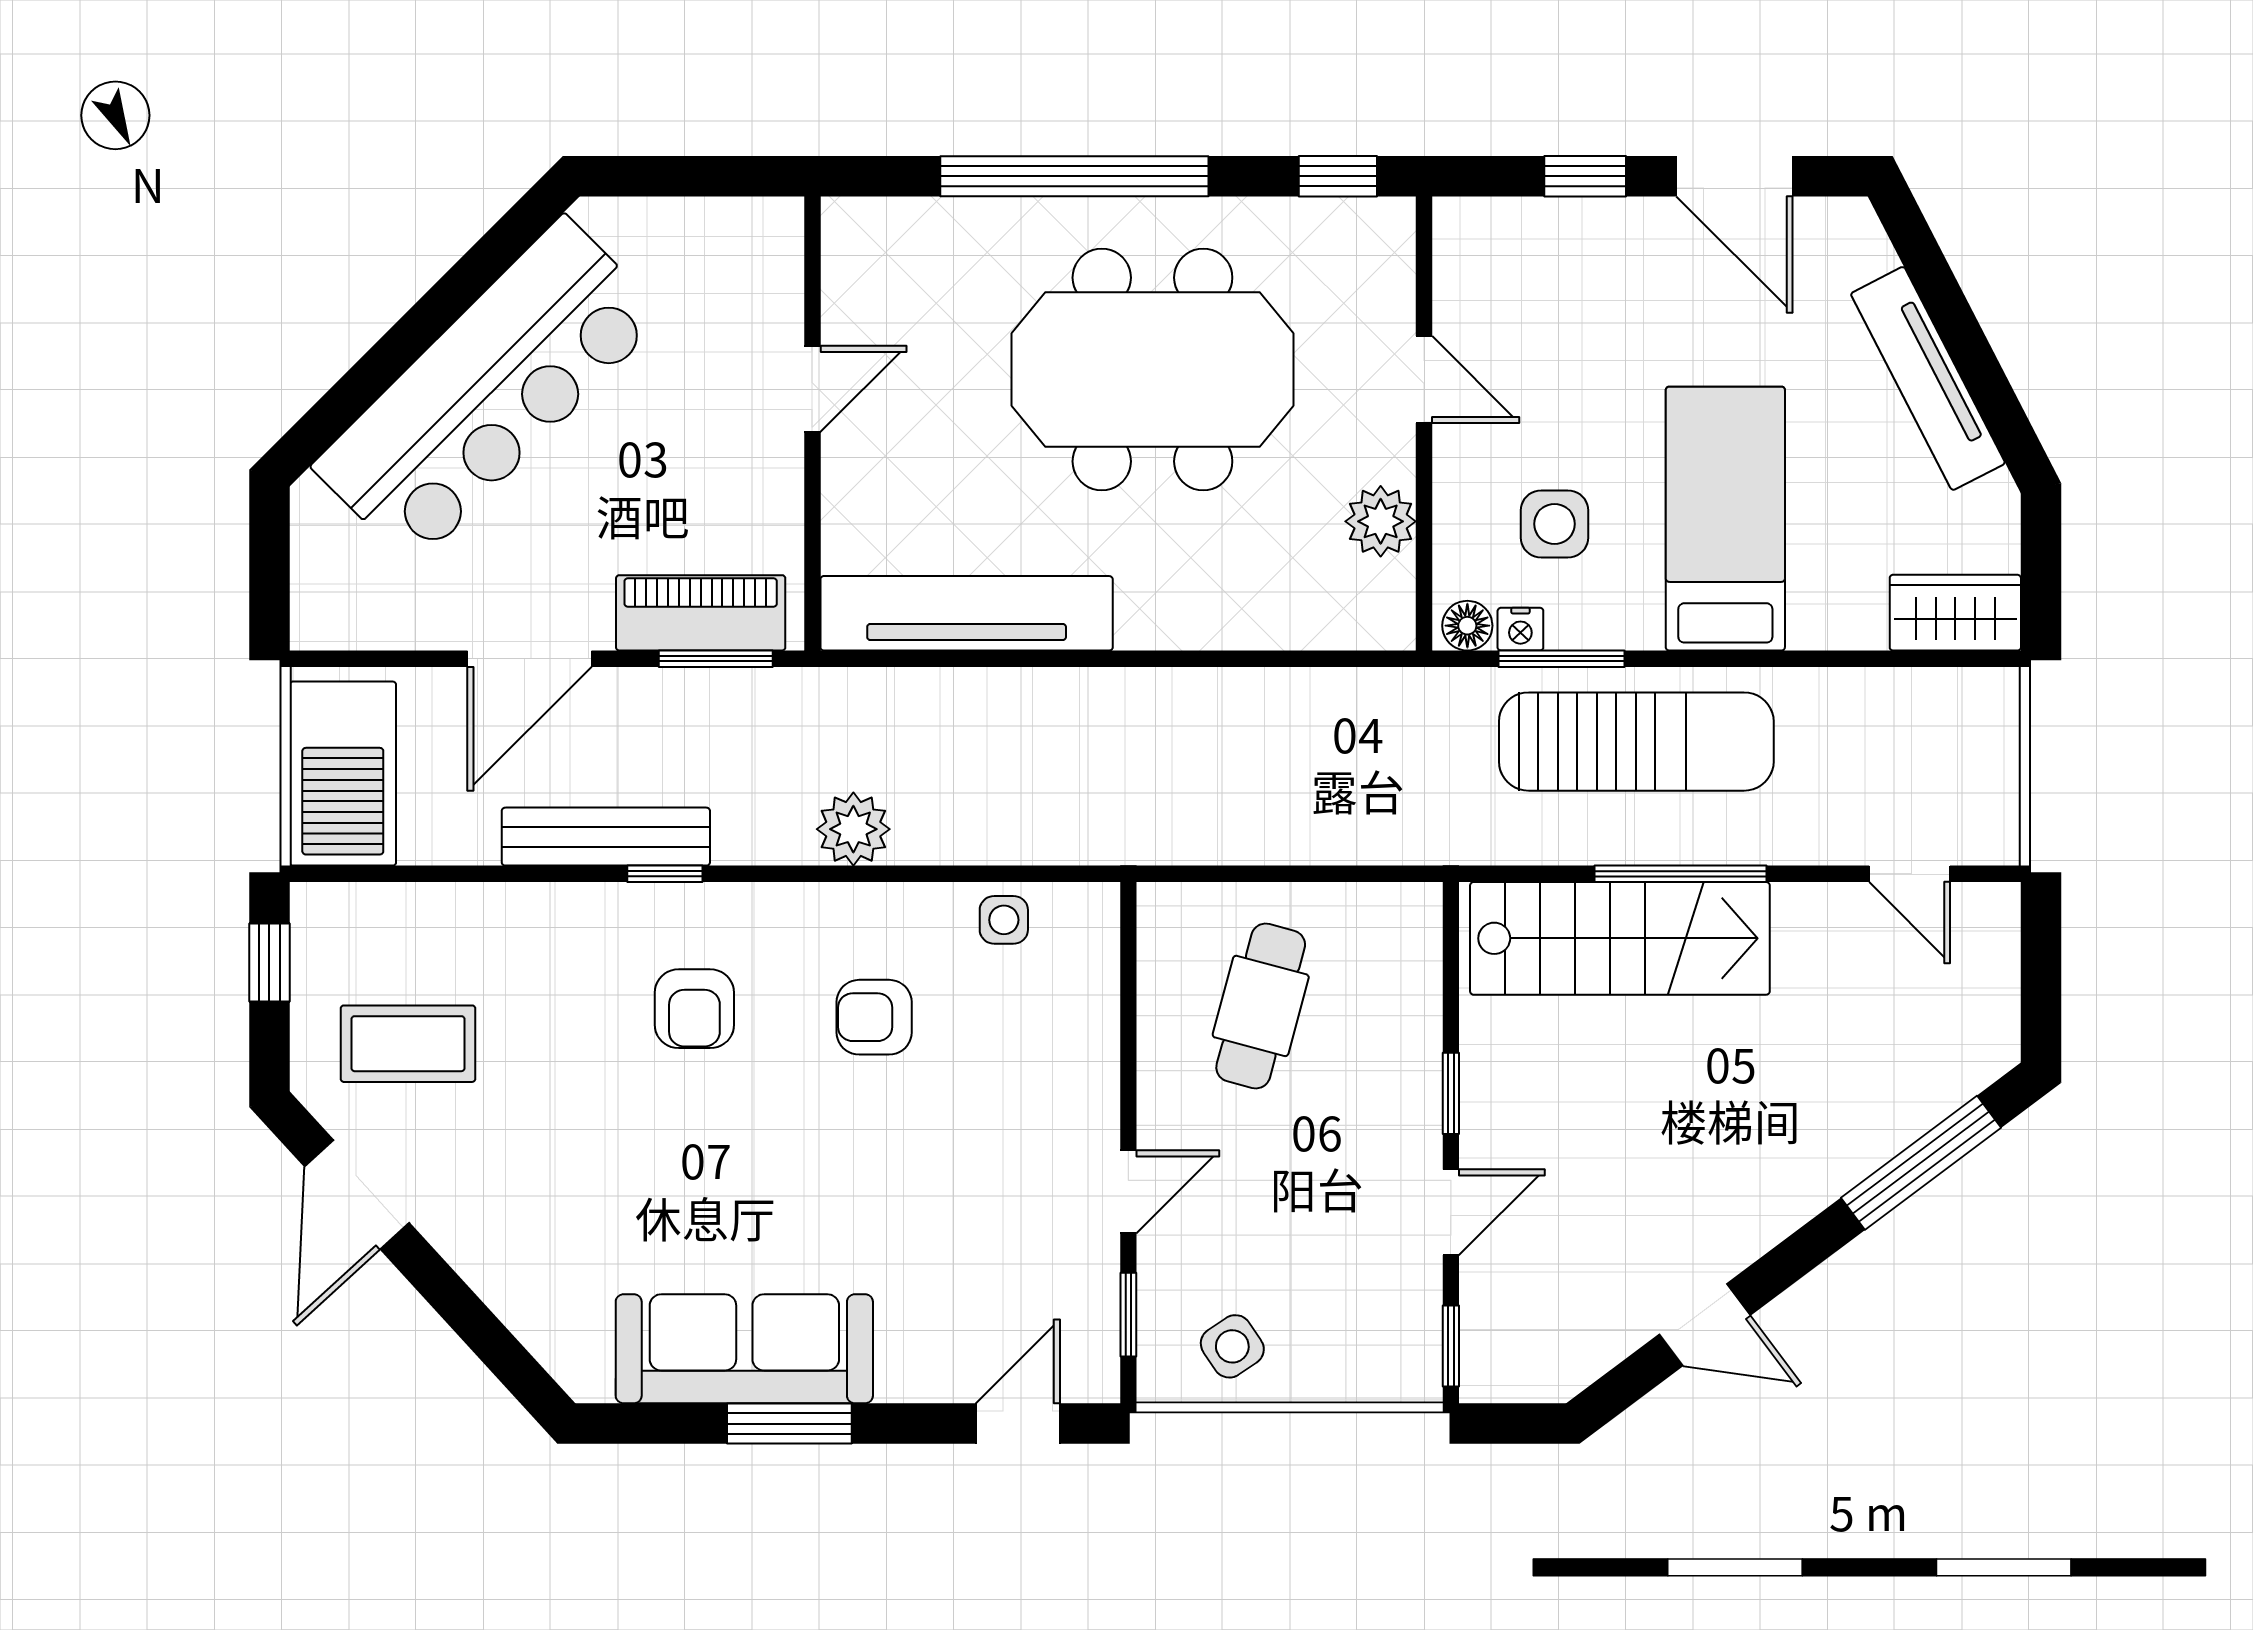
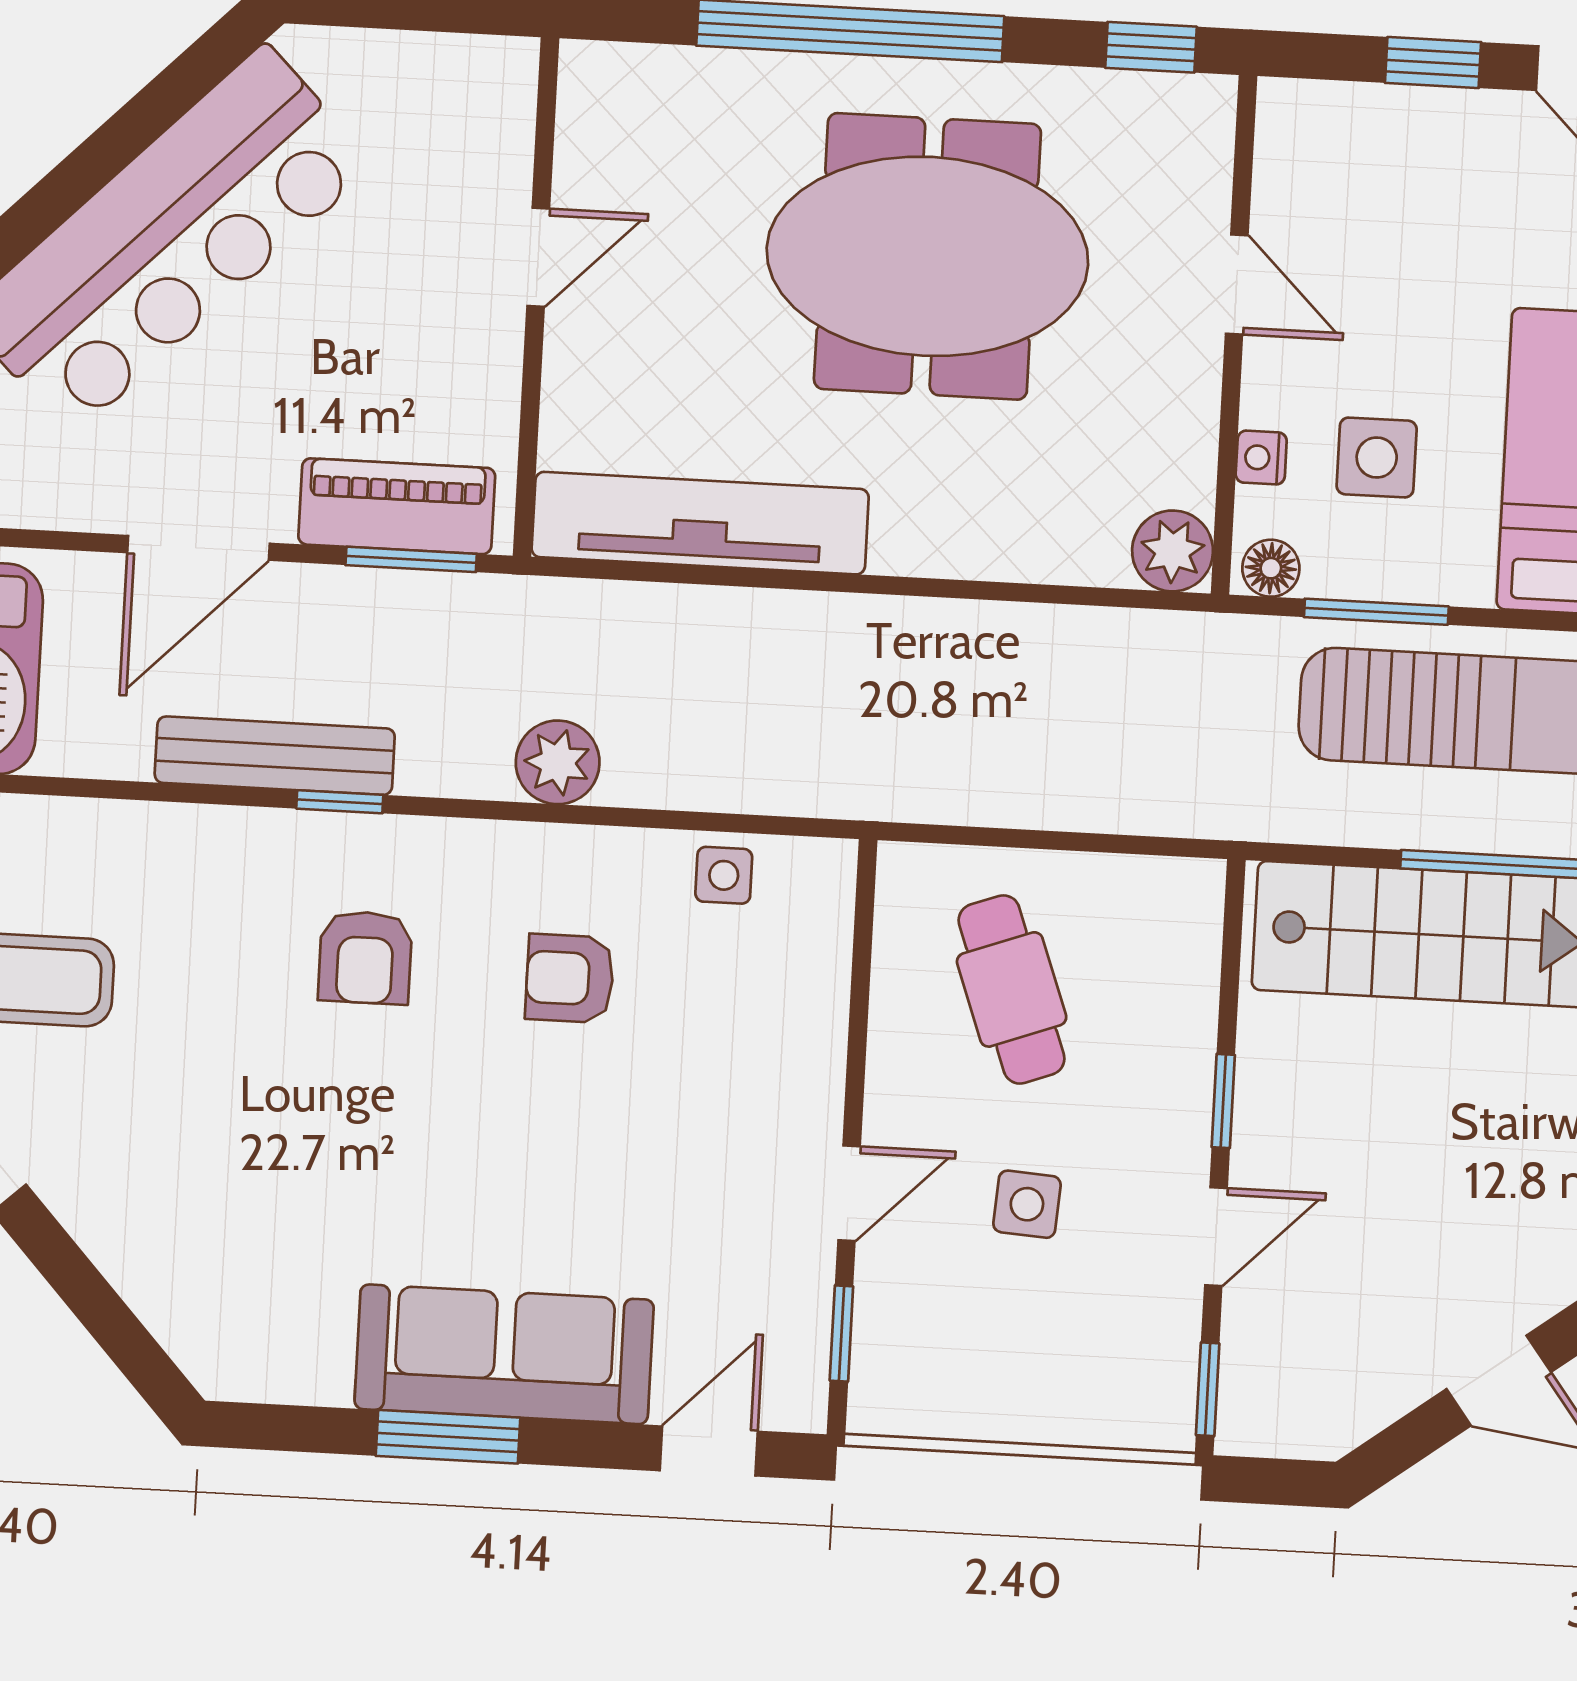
plant: (1381, 521) -> (1173, 551), moved
nightstand: (1520, 629) -> (1261, 458), moved, turned 90
cafe table: (1261, 1006) -> (1012, 989), turned -35
side table: (1232, 1346) -> (1027, 1204), moved, turned 38
sofa: (744, 1349) -> (504, 1354), moved

